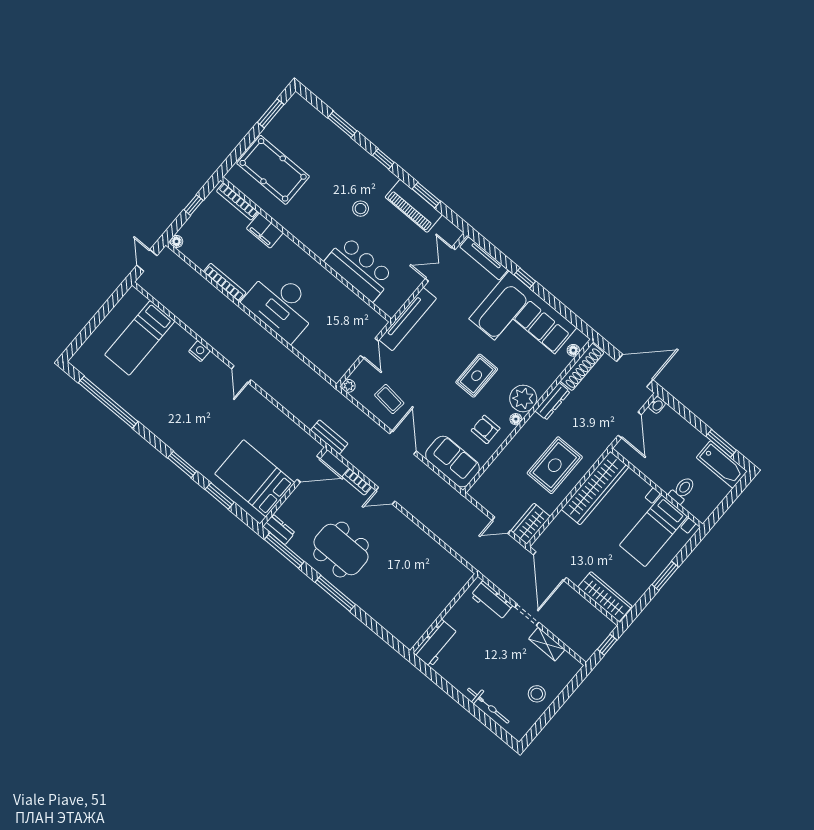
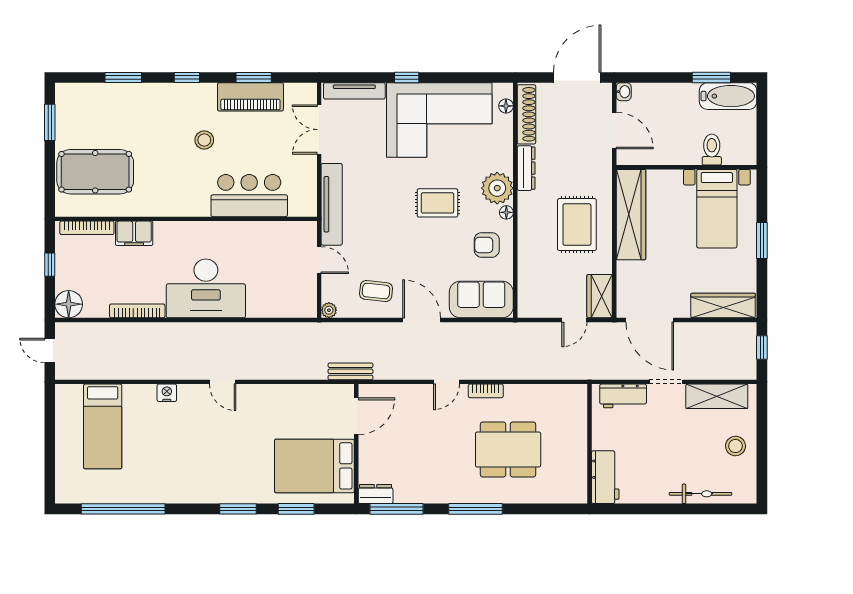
floor lamp: (177, 241) -> (69, 304), width x1.89, depth x1.89
rug: (477, 376) -> (437, 203), turned 90
bookcase: (357, 482) -> (486, 391), moved
dining table: (341, 550) -> (508, 450), moved
shelving: (547, 644) -> (717, 396), width x1.50, depth x1.33

